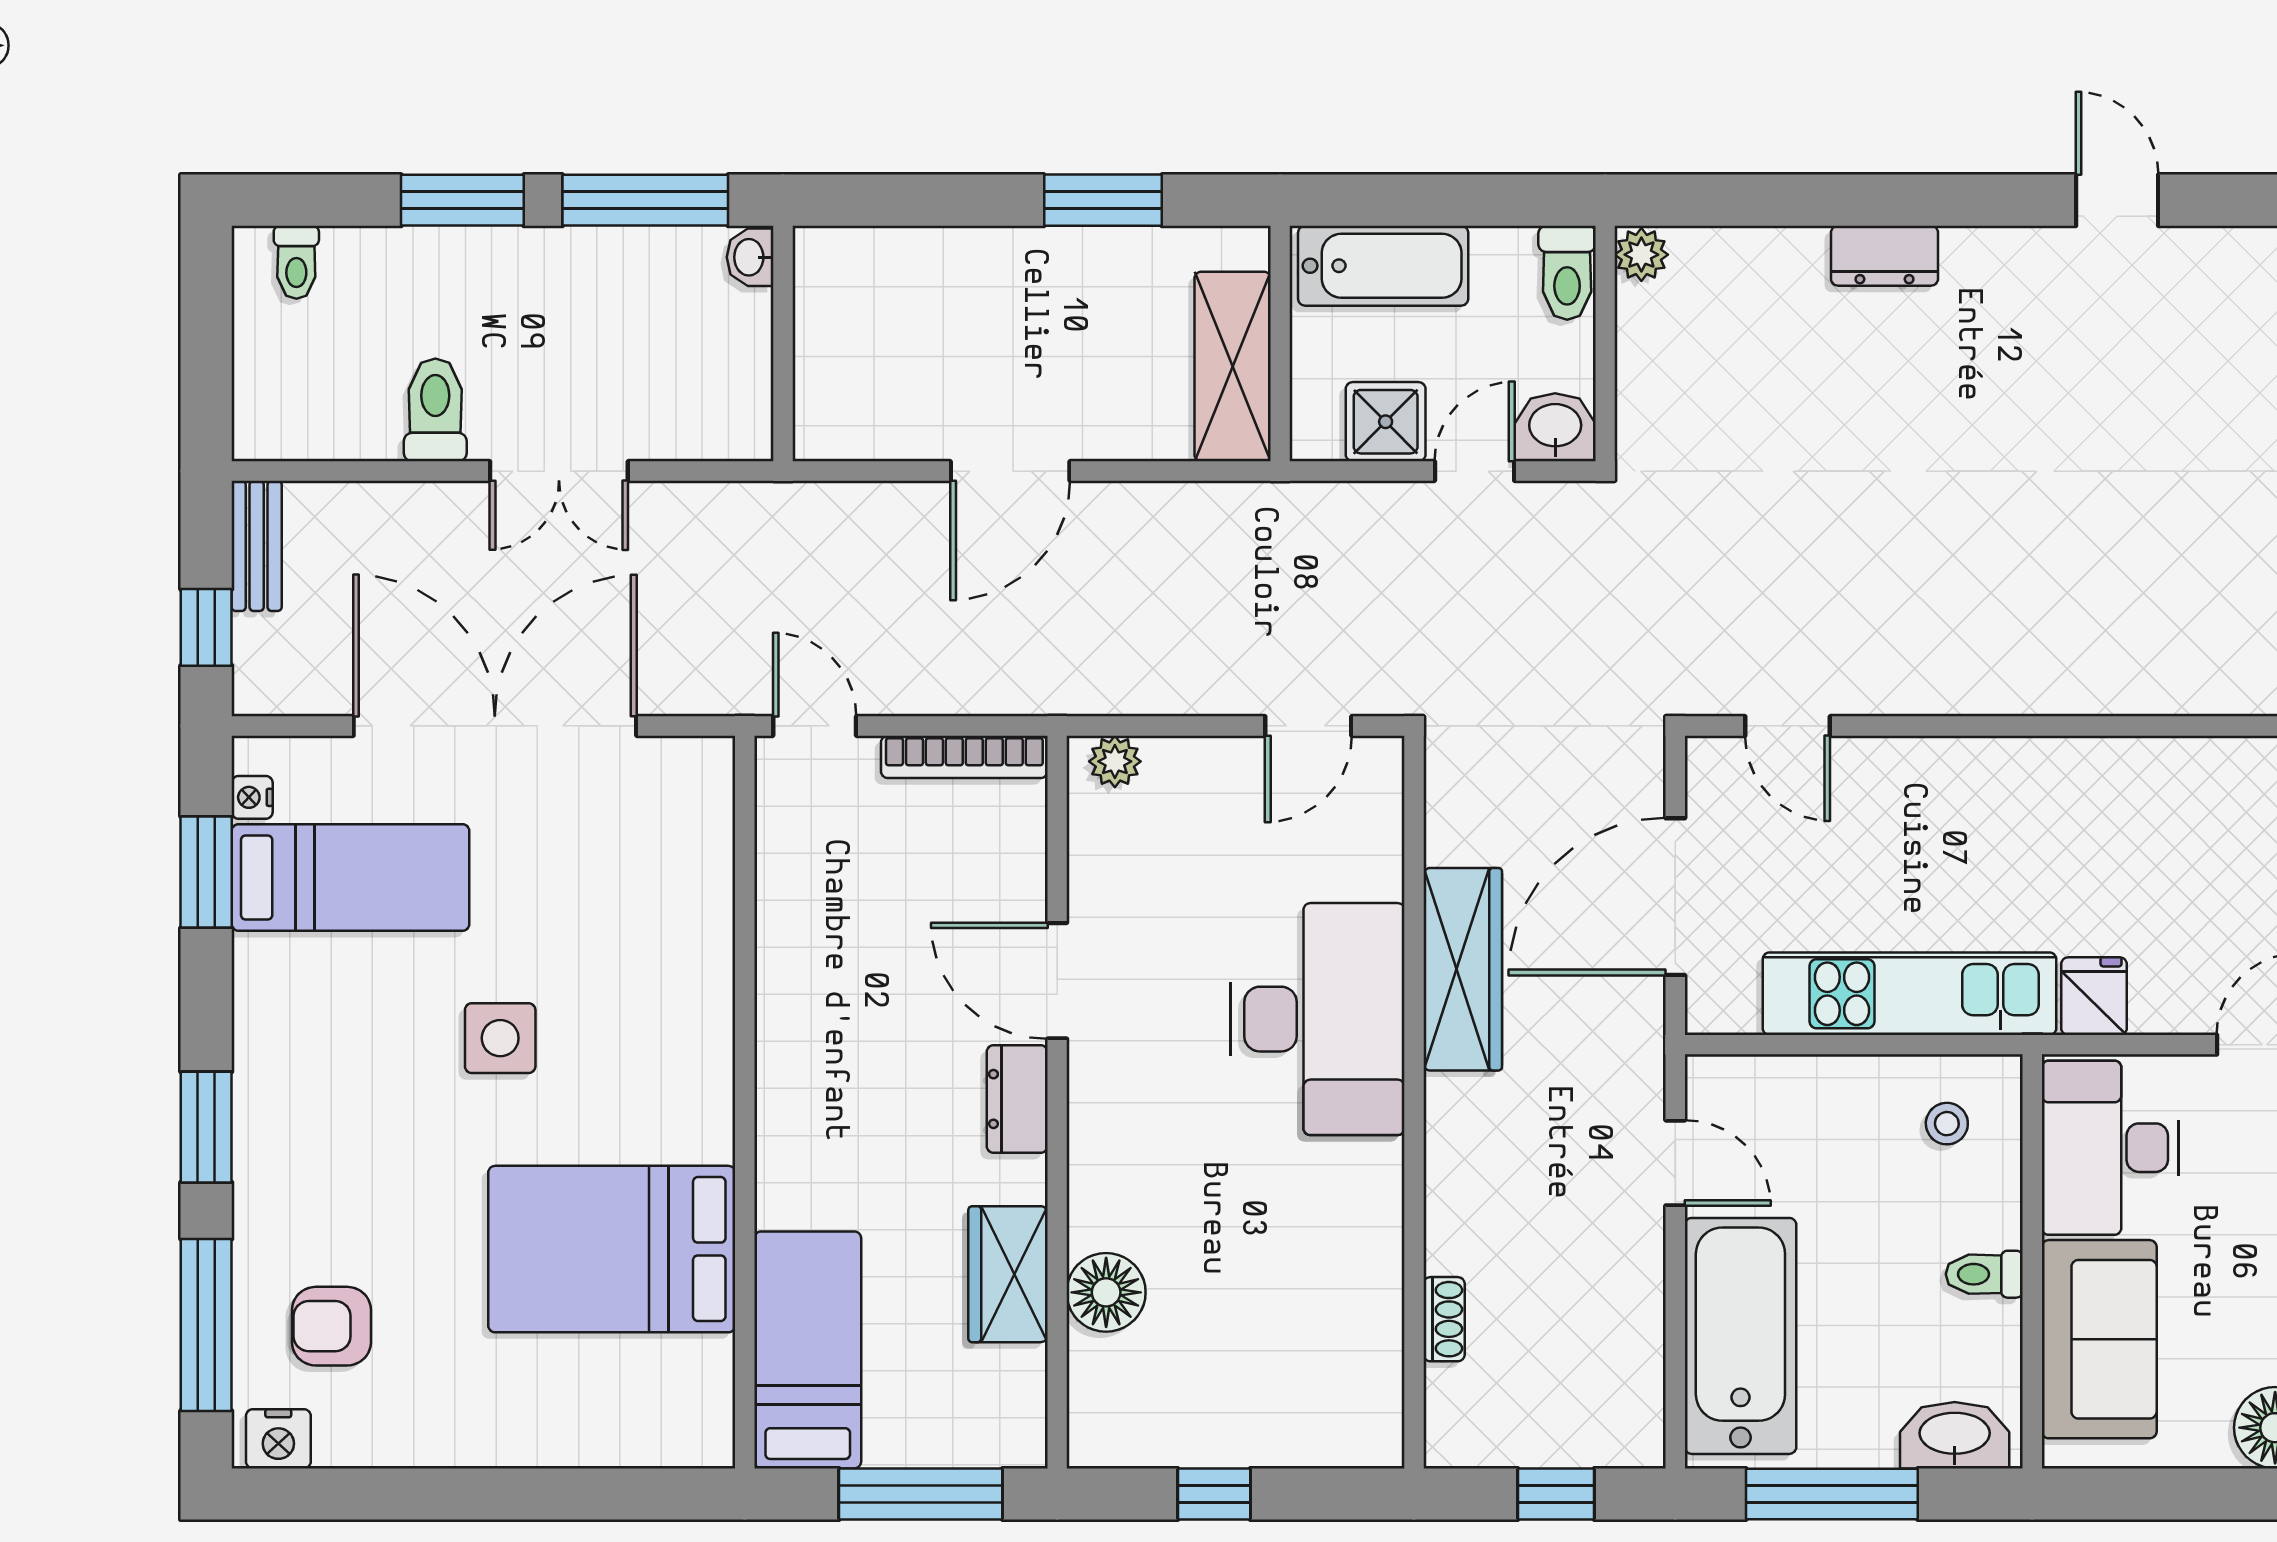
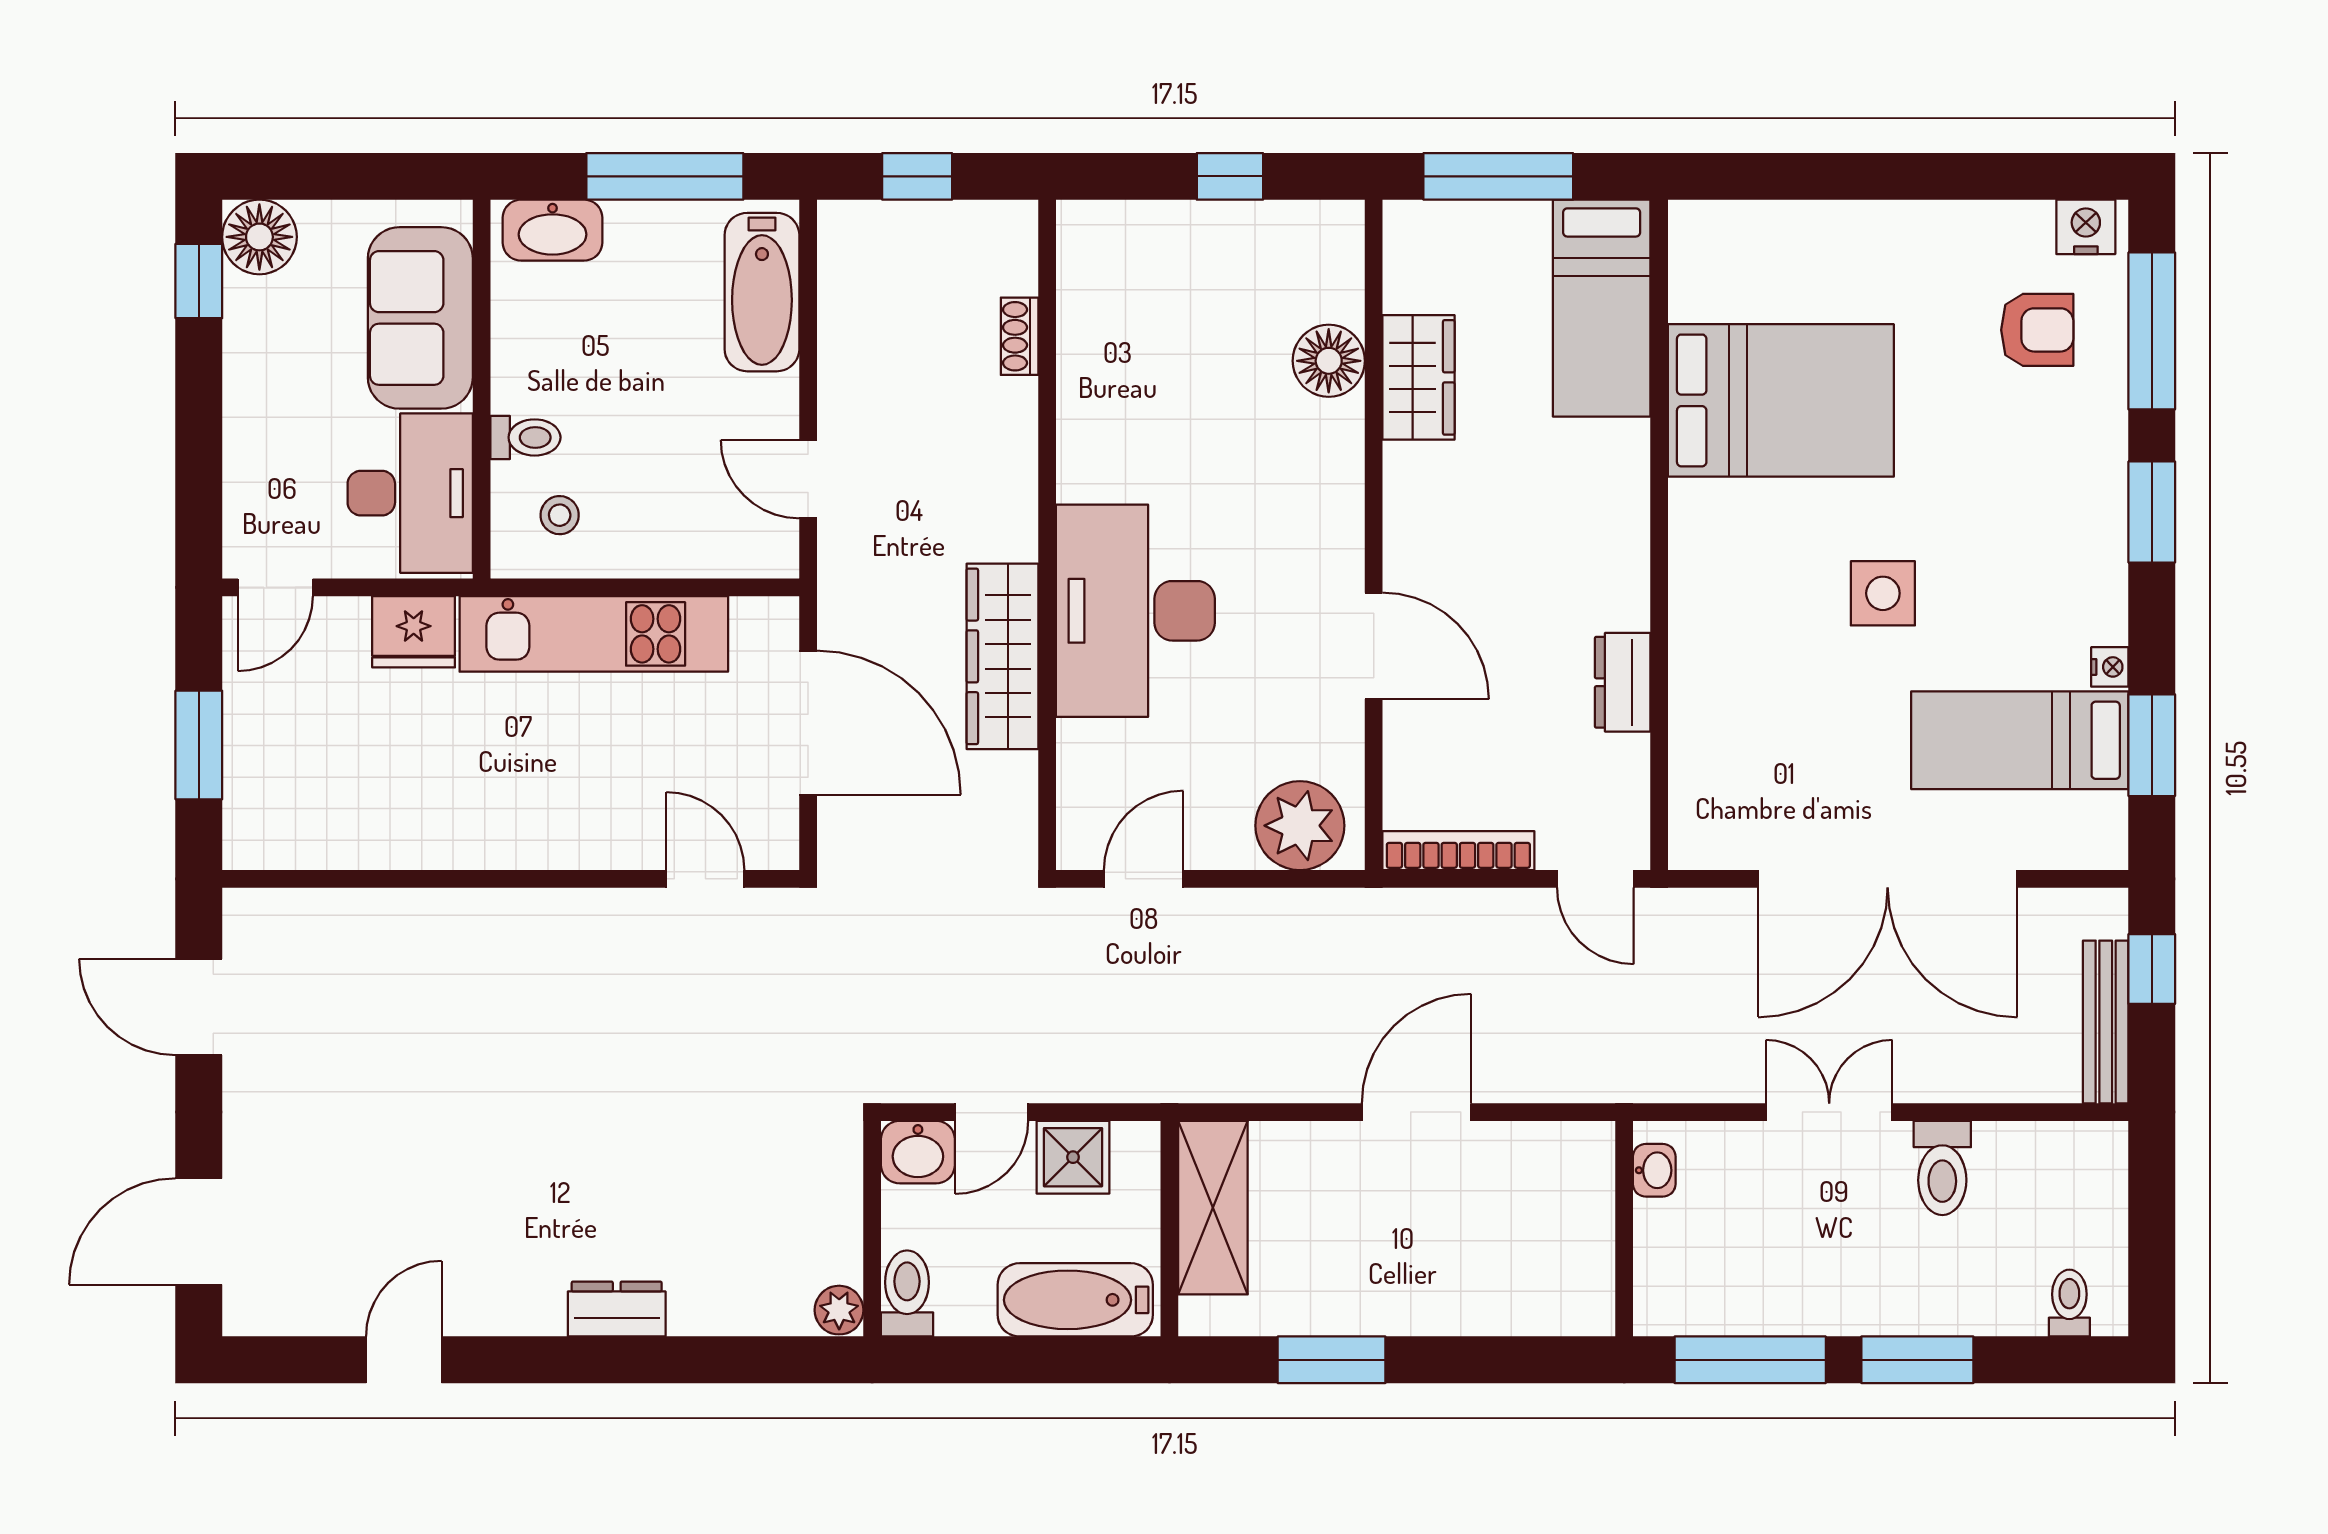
door: (2117, 200) -> (404, 1360), swing flipped
washbasin: (750, 257) -> (1654, 1170), moved
bench: (257, 546) -> (2106, 1022), width x1.36
plant: (1115, 761) -> (1300, 826), width x1.87, depth x1.87
nightstand: (252, 797) -> (2110, 667), moved
door: (1675, 897) -> (808, 723), hinge flipped
fridge: (2094, 996) -> (414, 632), width x1.38
dresser: (1017, 1099) -> (1623, 682), moved, turned 180
toilet: (1984, 1274) -> (525, 437), moved
bathtub: (1740, 1336) -> (762, 292), width x0.73, depth x0.73

